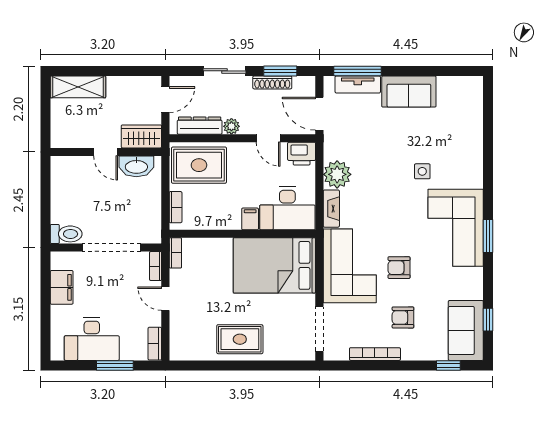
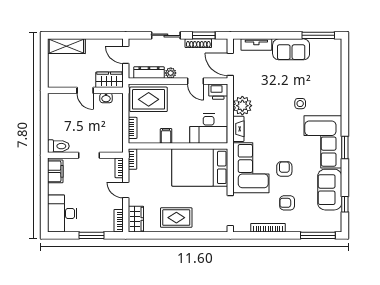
window: (357, 71) -> (318, 35), moved
door: (165, 100) -> (126, 55), swing flipped
washbasin: (136, 166) -> (106, 98), width x0.52, depth x0.69
filing cabinet: (250, 219) -> (166, 136), moved
doorway: (111, 247) -> (89, 155), width x0.53
armchair: (399, 268) -> (284, 169), turned 90
filing cabinet: (62, 287) -> (55, 171), moved
sofa: (466, 330) -> (330, 190), moved
desk: (92, 339) -> (62, 213), moved, turned 90
wardrobe: (180, 341) -> (136, 219), added
window: (448, 365) -> (318, 235), width x2.17

